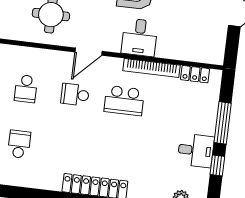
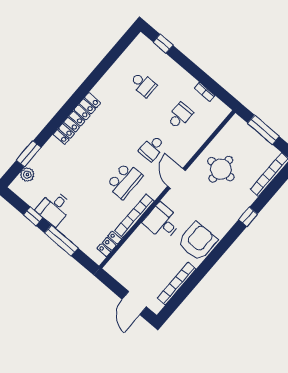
school desk: (26, 89) -> (180, 116), turned 90
school desk: (75, 95) -> (152, 148), turned 180
school desk: (124, 101) -> (124, 181), turned 180

